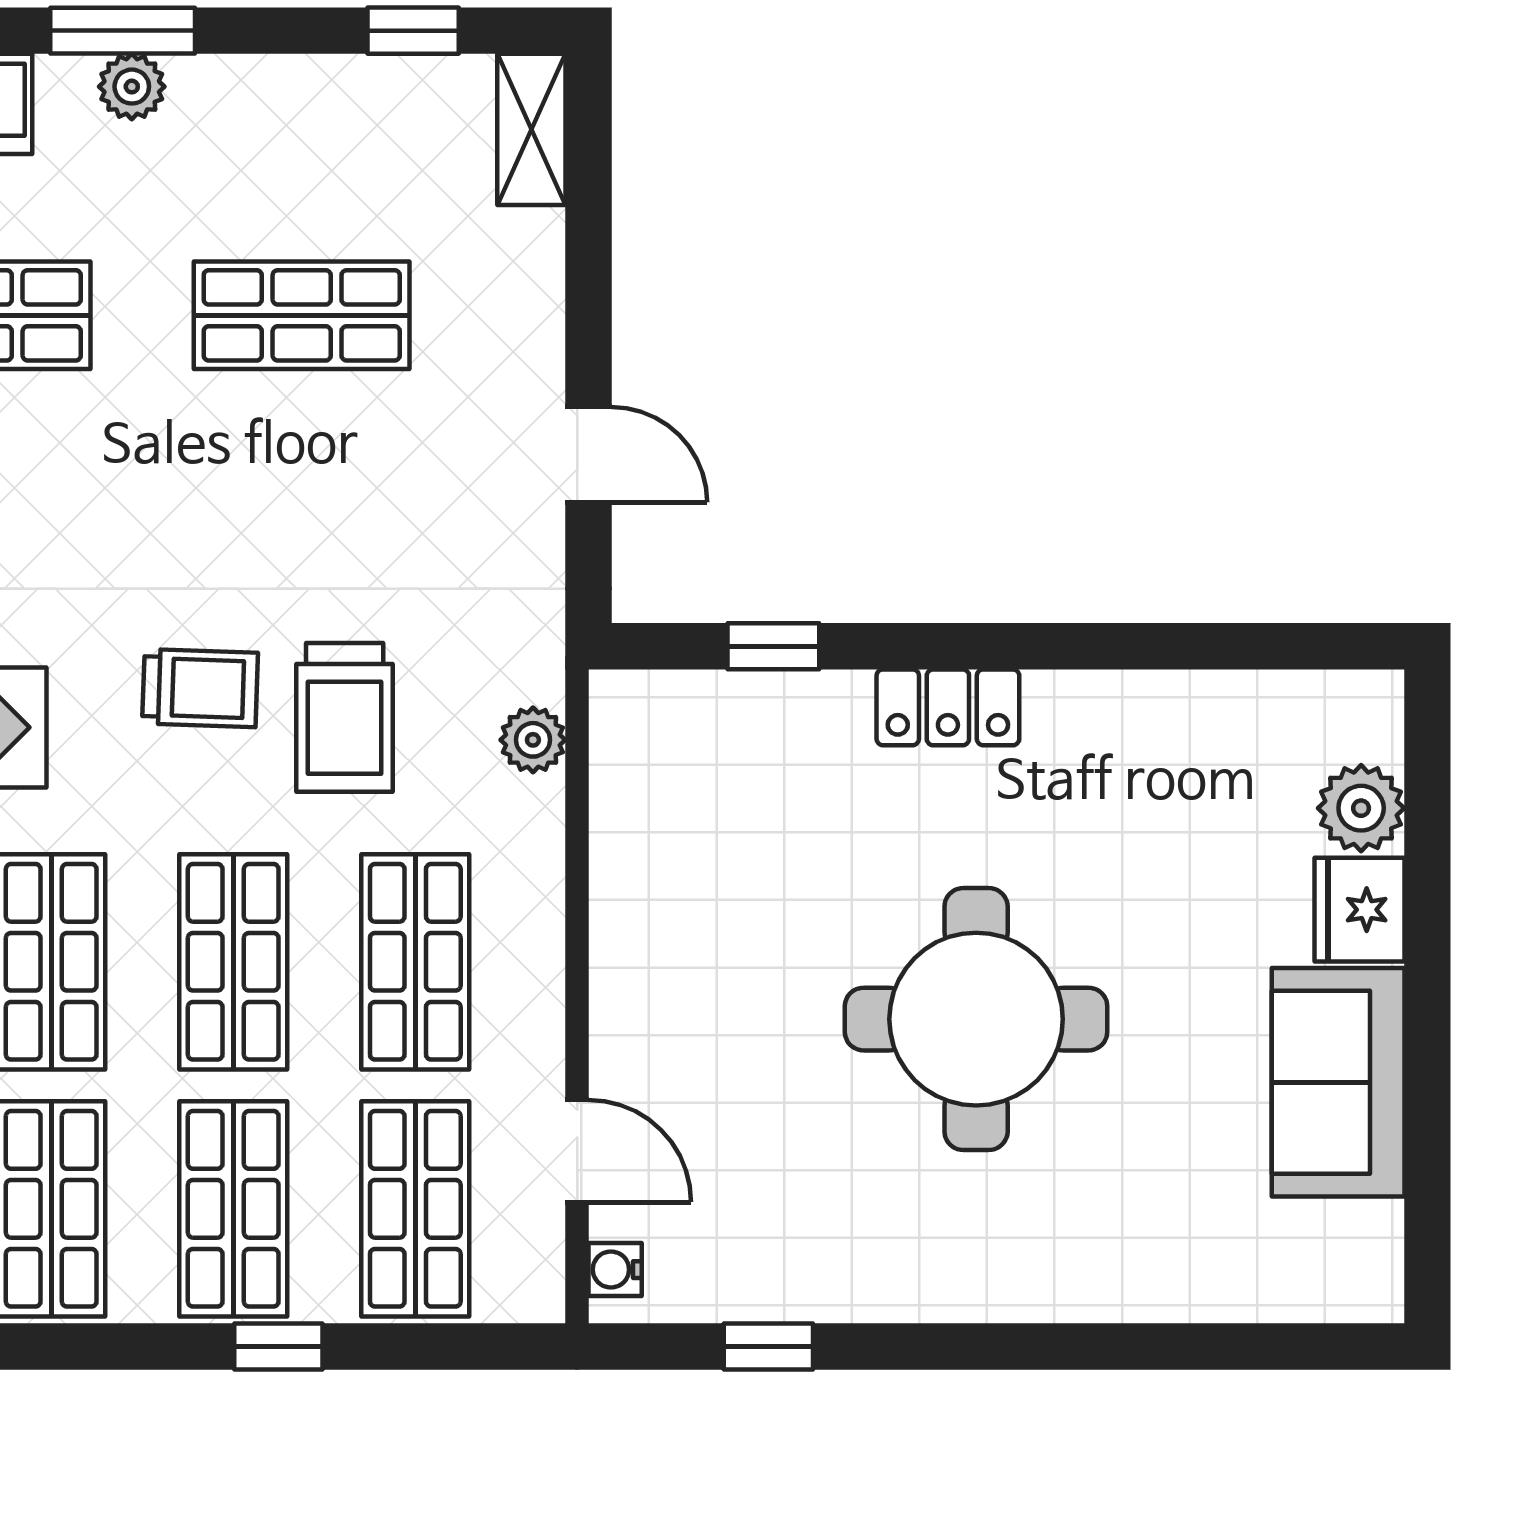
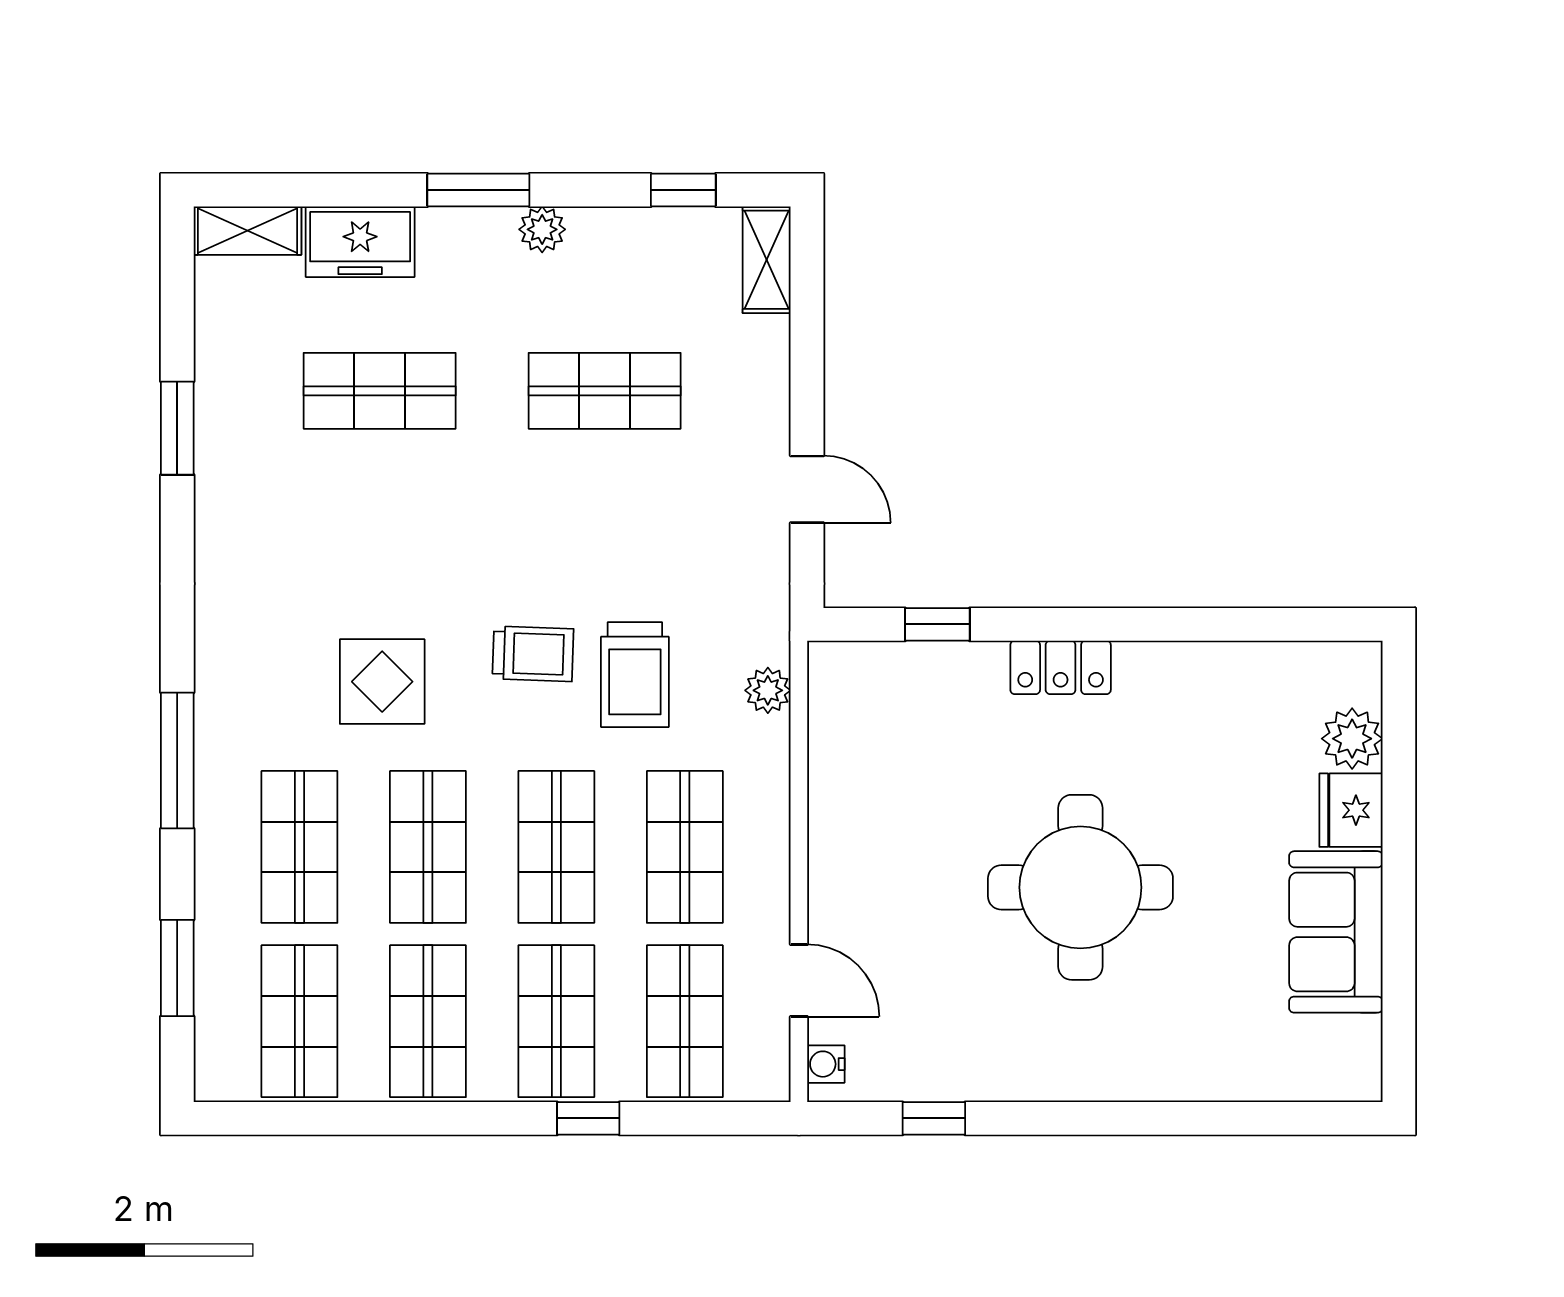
plant: (132, 87) -> (542, 229), moved

